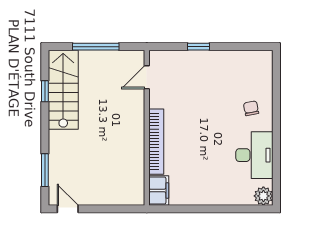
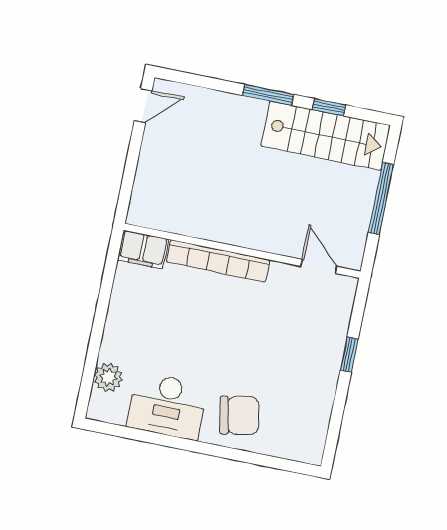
chair: (251, 108) -> (239, 415), width x1.87, depth x1.87
window: (45, 170) -> (268, 95), moved
plant: (263, 196) -> (108, 377), moved

